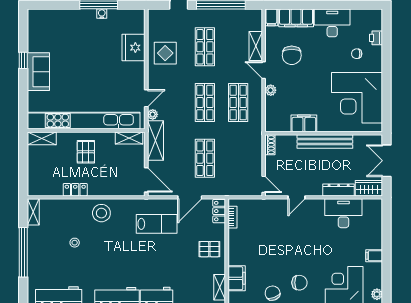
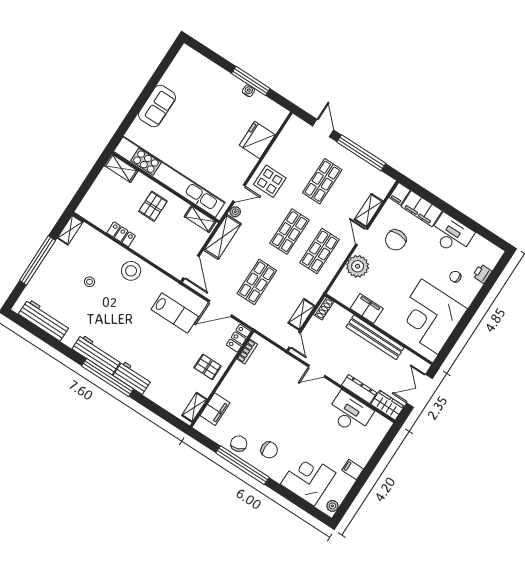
display table: (165, 53) -> (270, 181), moved
window: (23, 60) -> (150, 87), removed
plant: (271, 90) -> (358, 266), width x1.88, depth x1.88
shelving: (256, 161) -> (302, 314), added

